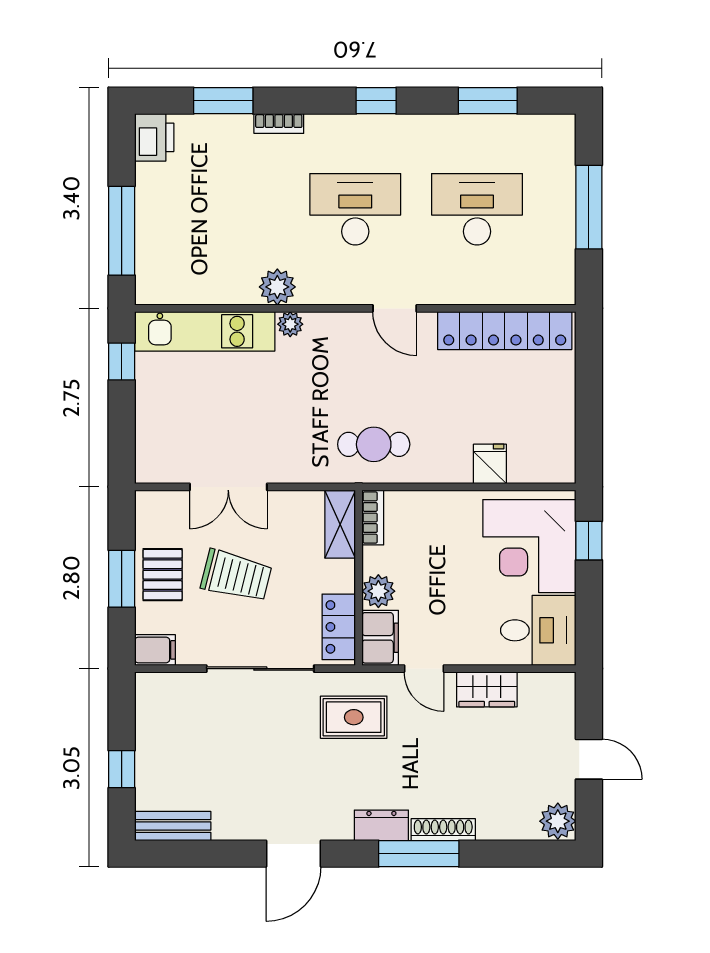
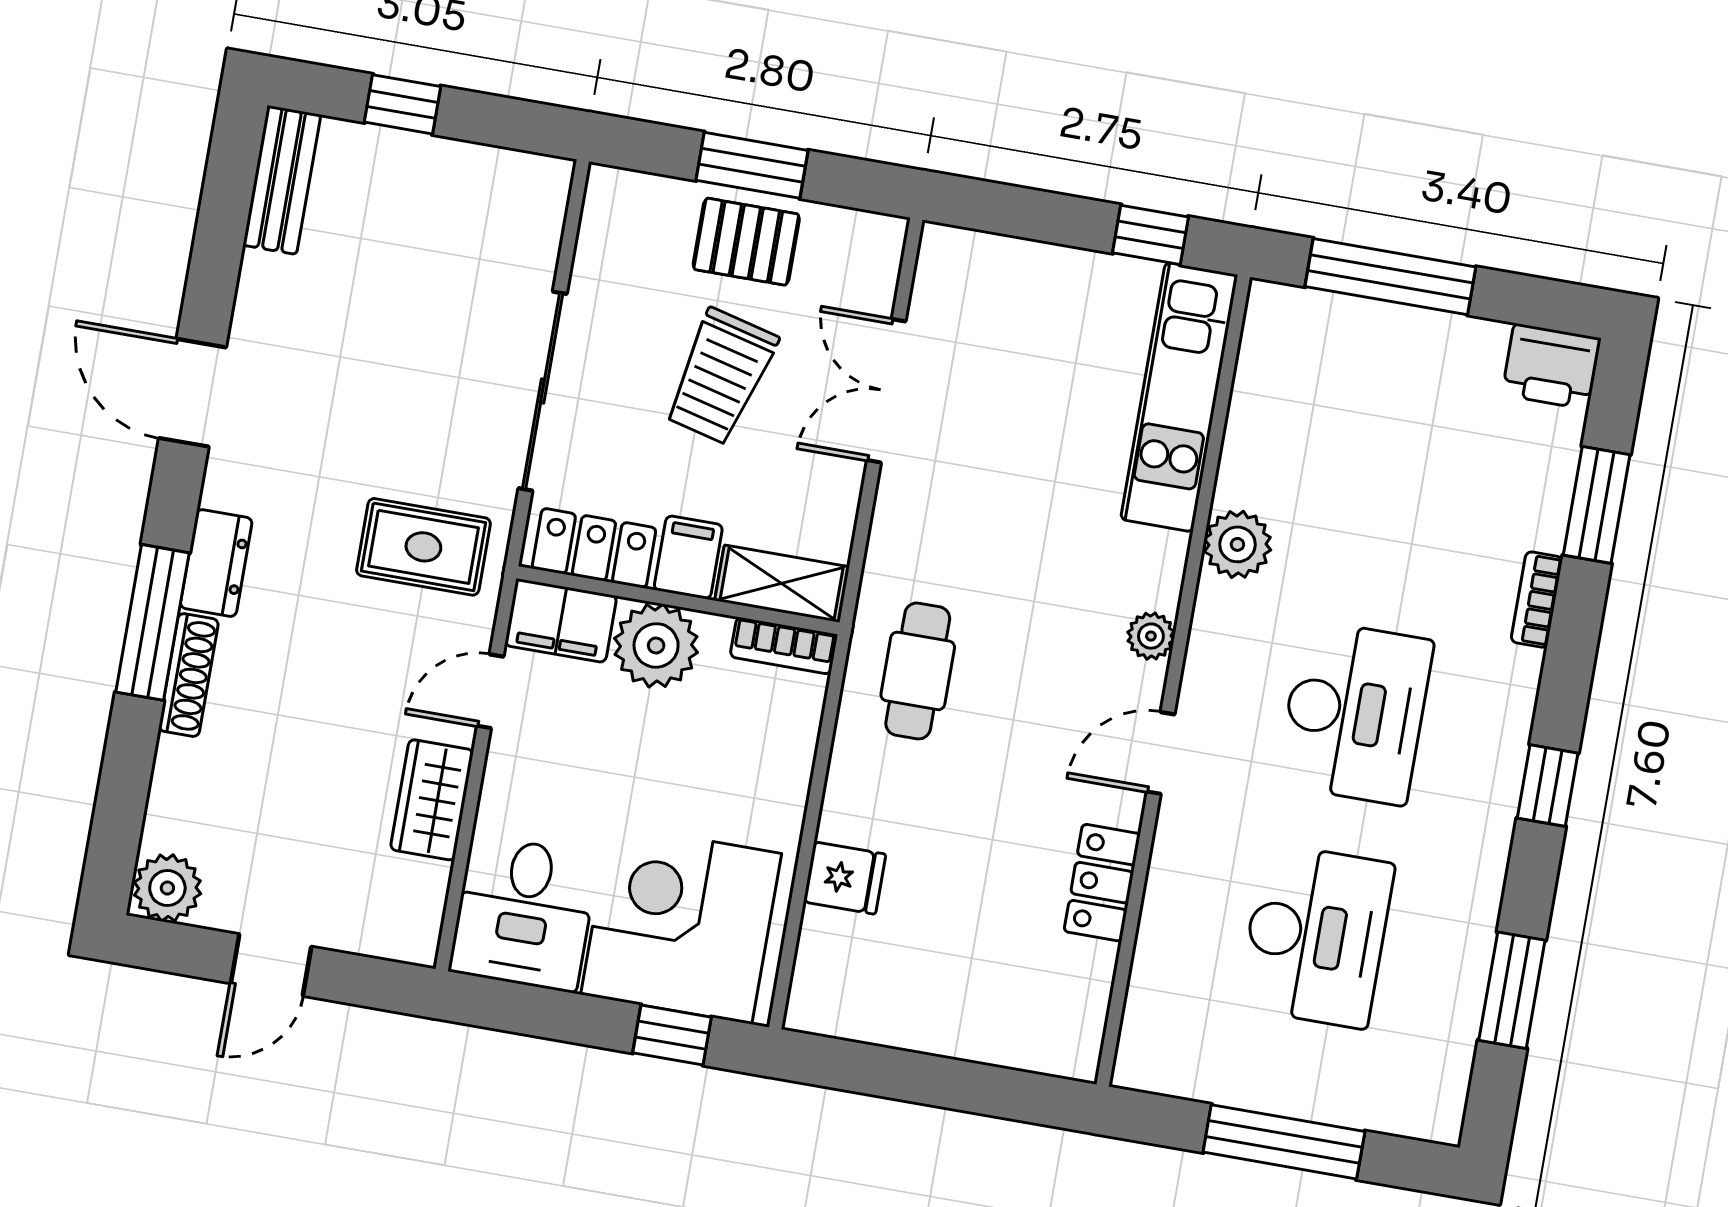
plant: (290, 324) -> (1151, 636), moved
locker: (505, 331) -> (1102, 883), width x0.46, depth x0.83
plant: (378, 591) -> (656, 645), width x1.36, depth x1.36
filing cabinet: (155, 650) -> (688, 557), moved, turned 180
rug: (354, 717) -> (423, 547), turned 90

